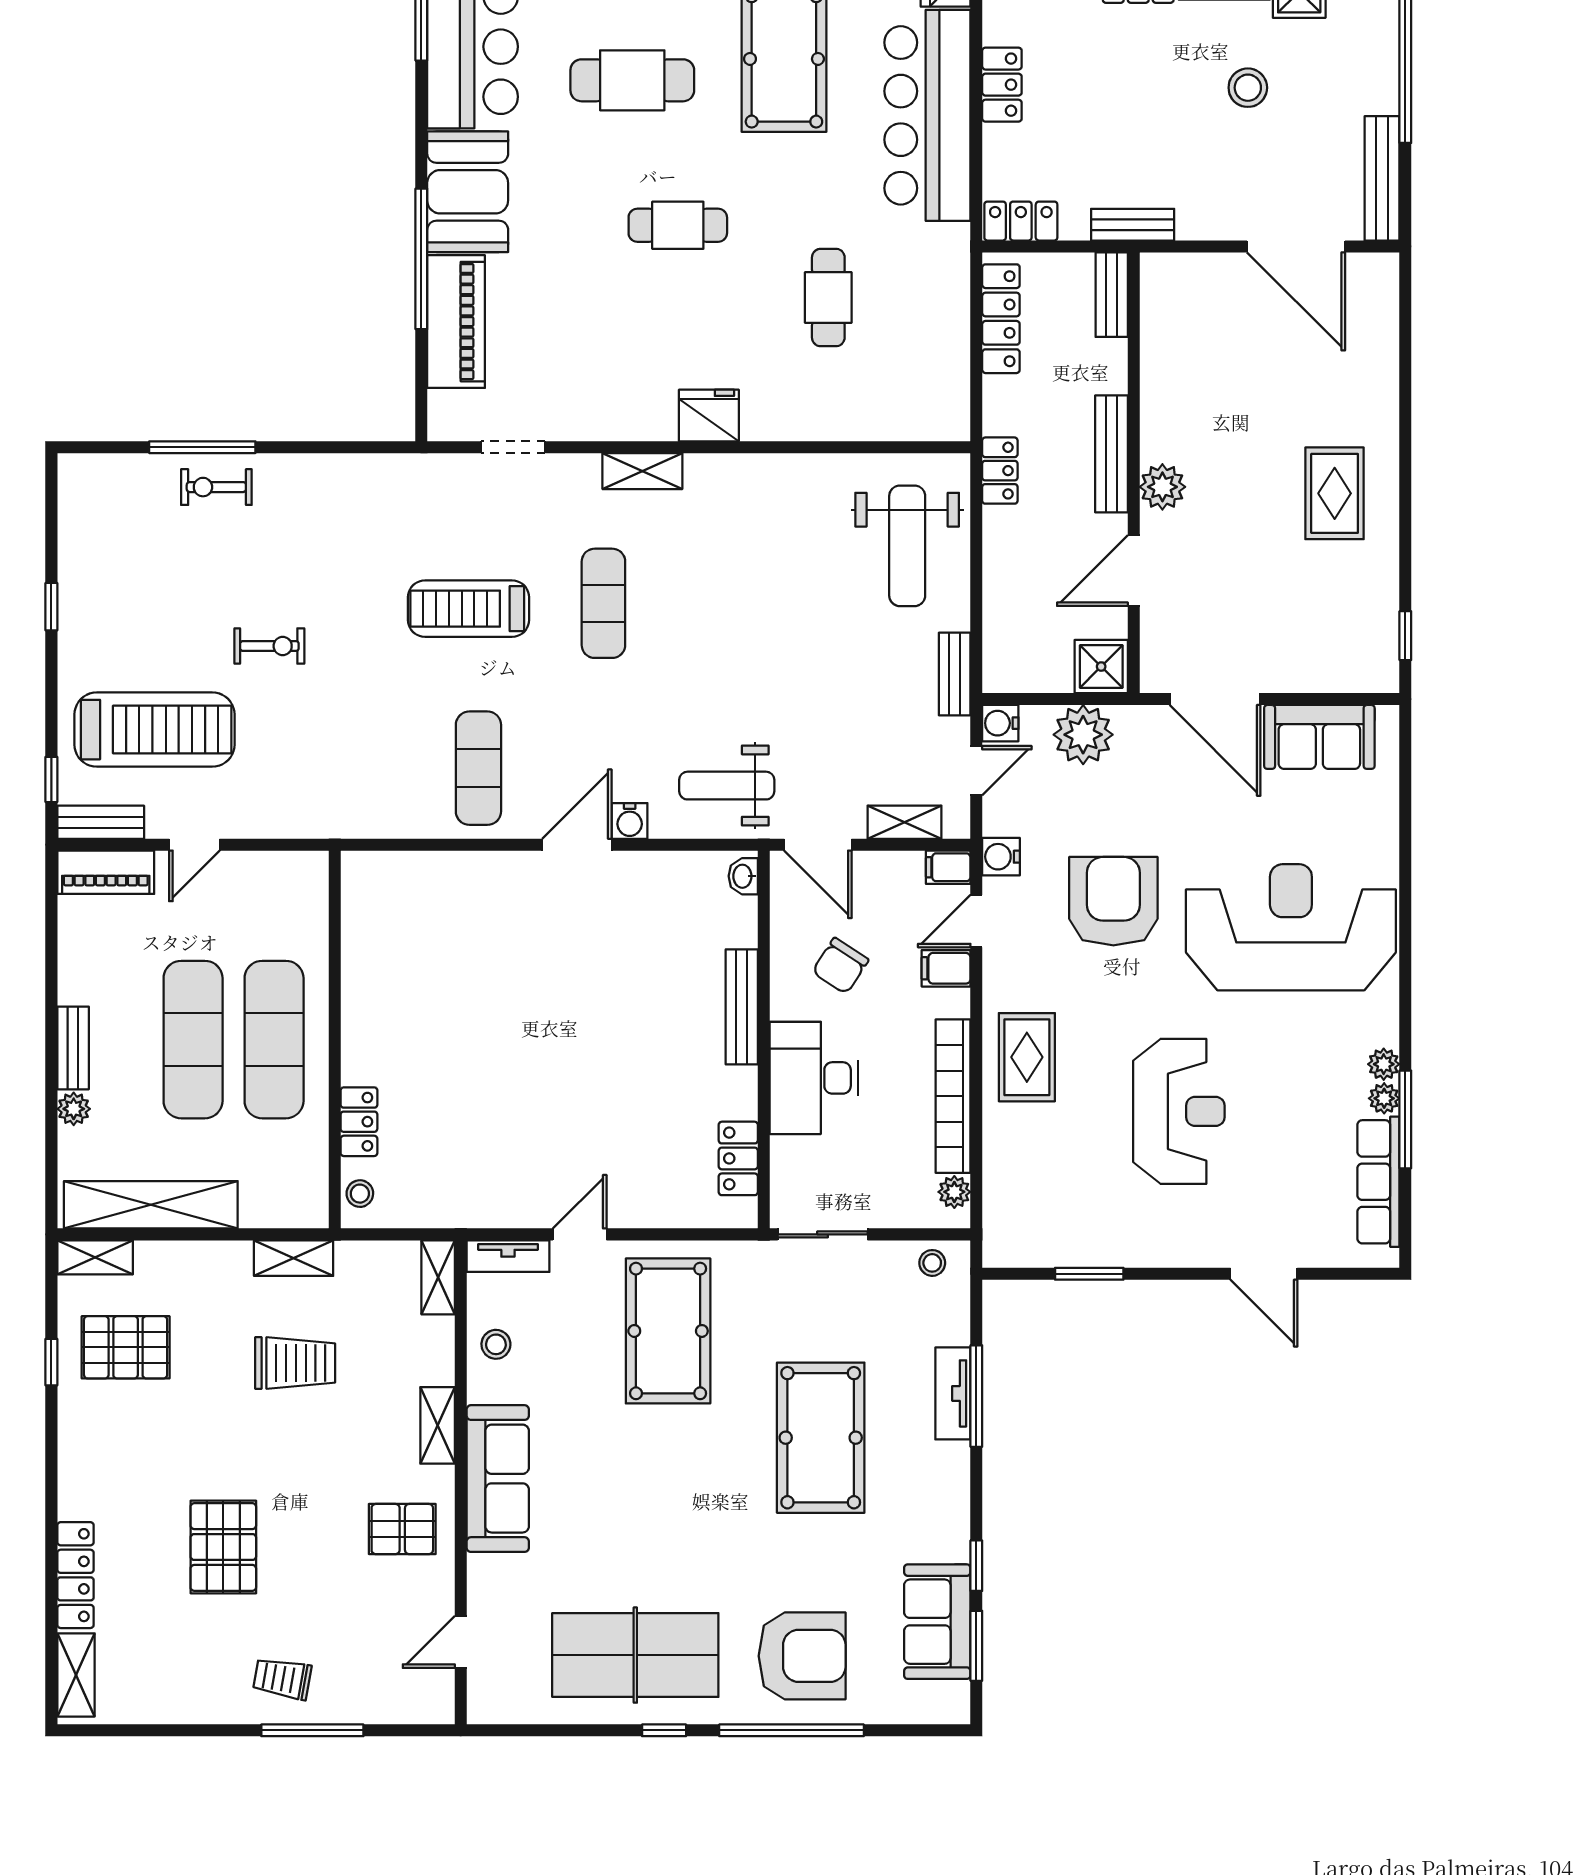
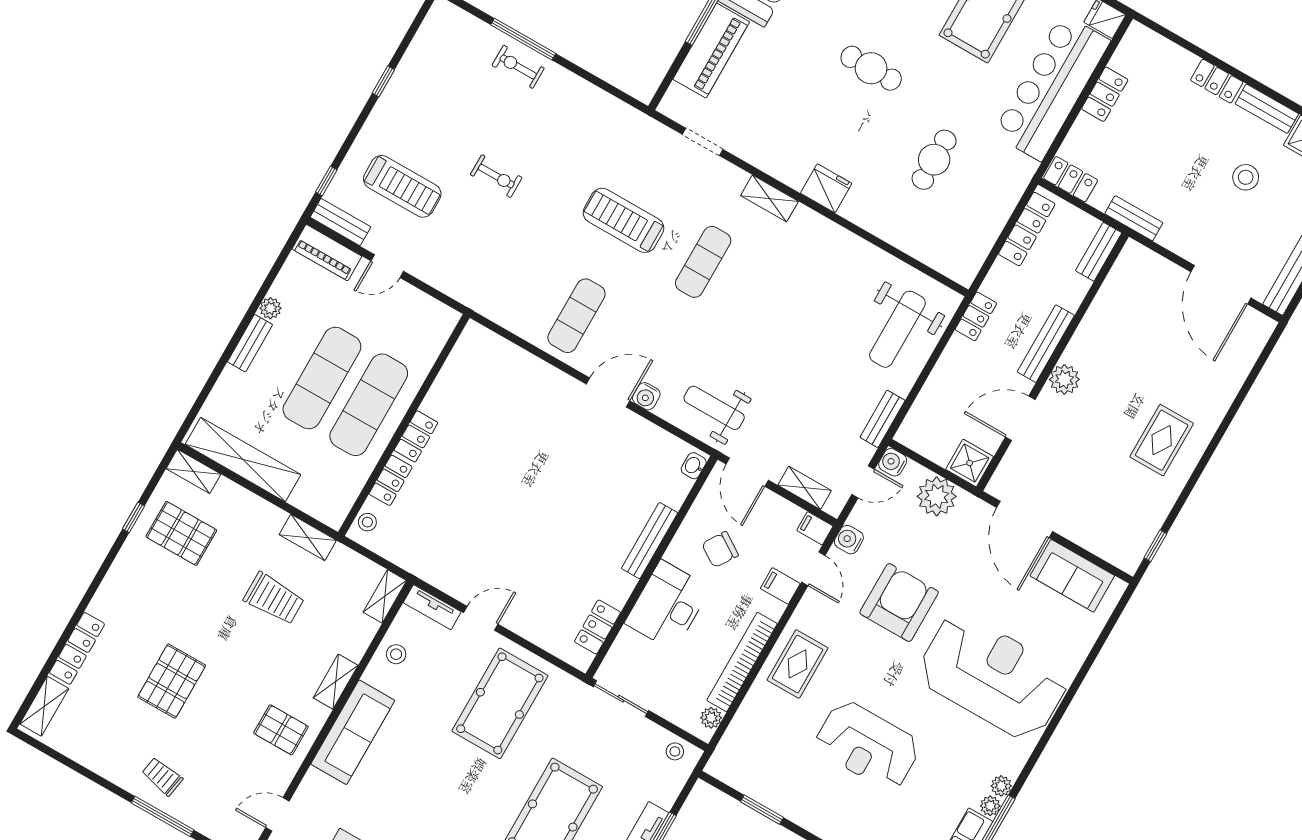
treadmill: (155, 730) -> (402, 186), width x0.73, depth x0.73
door: (976, 921) -> (813, 569), swing flipped
locker: (359, 1045) -> (416, 436), added
plant: (74, 1109) -> (270, 308), moved
reception desk: (1179, 1111) -> (867, 745), turned 90

